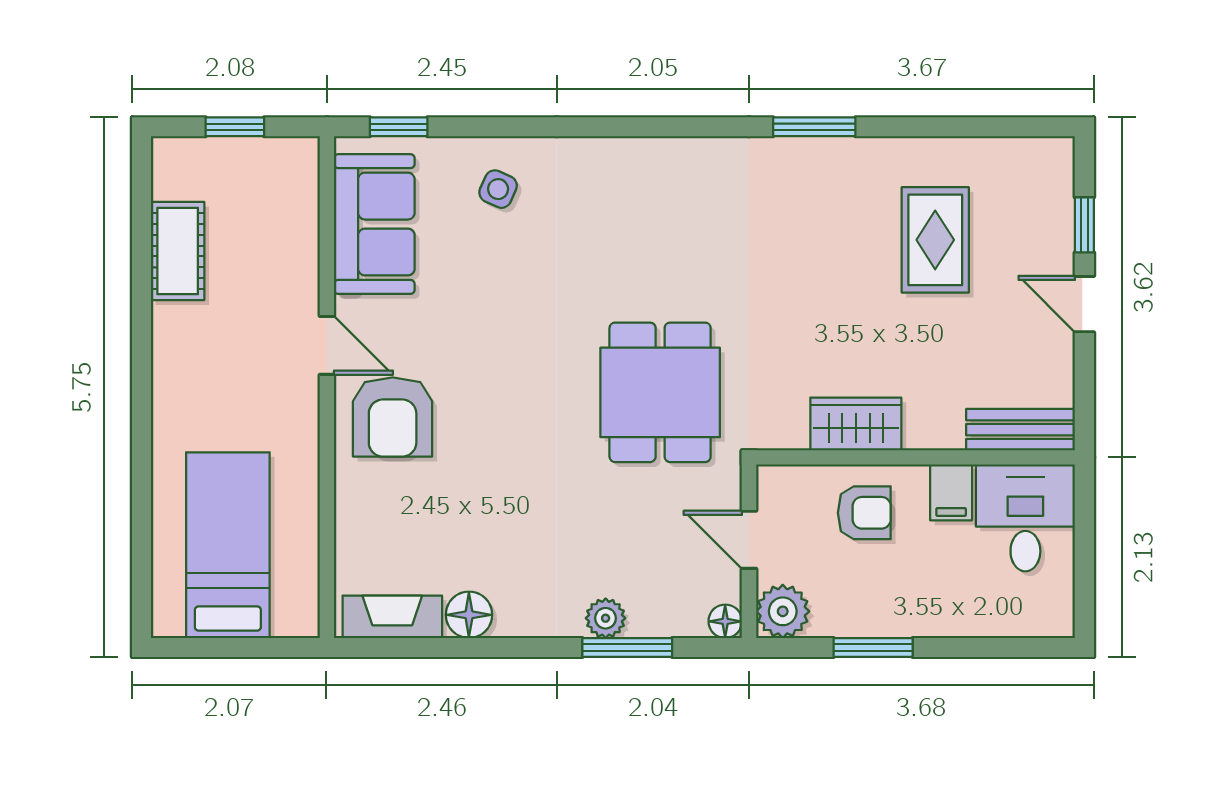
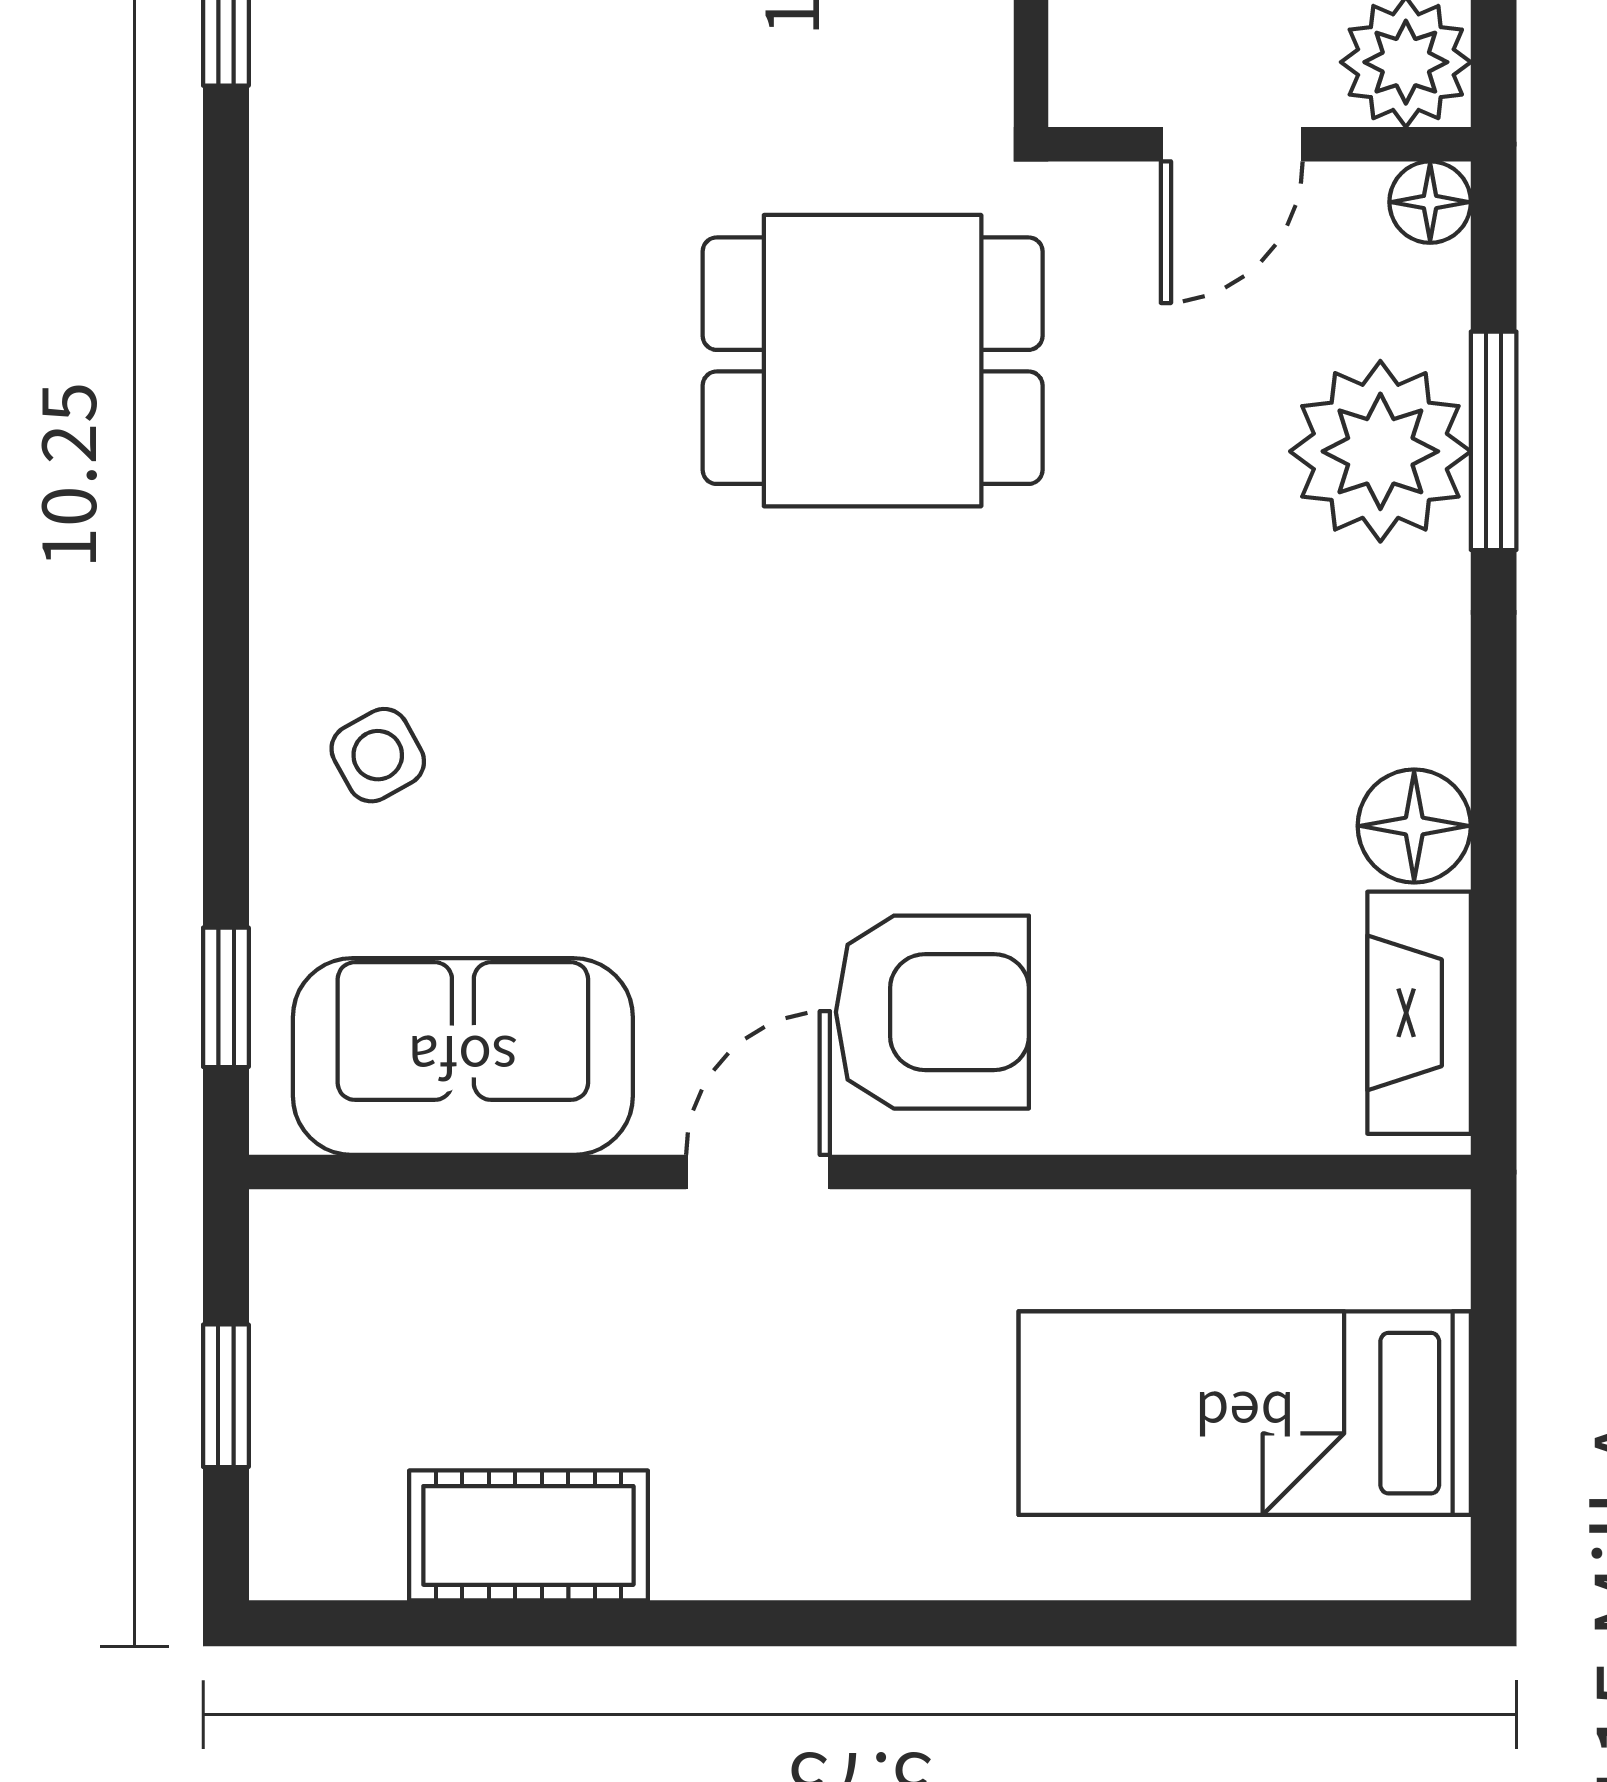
side table: (498, 189) -> (378, 755), turned 37
plant: (606, 618) -> (1380, 451), width x1.88, depth x1.88

